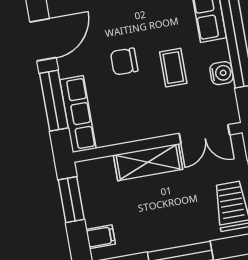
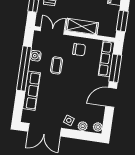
chair: (124, 61) -> (79, 50), moved

